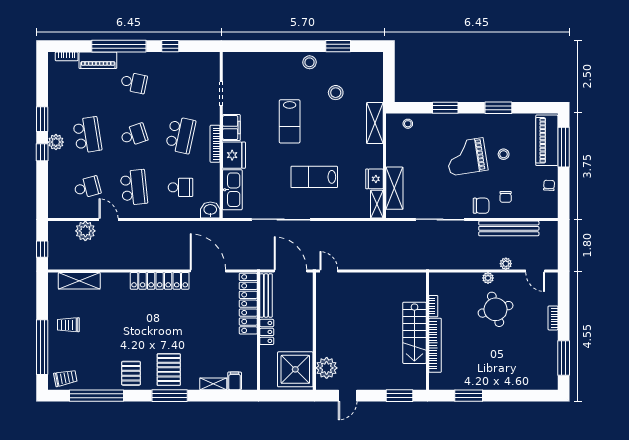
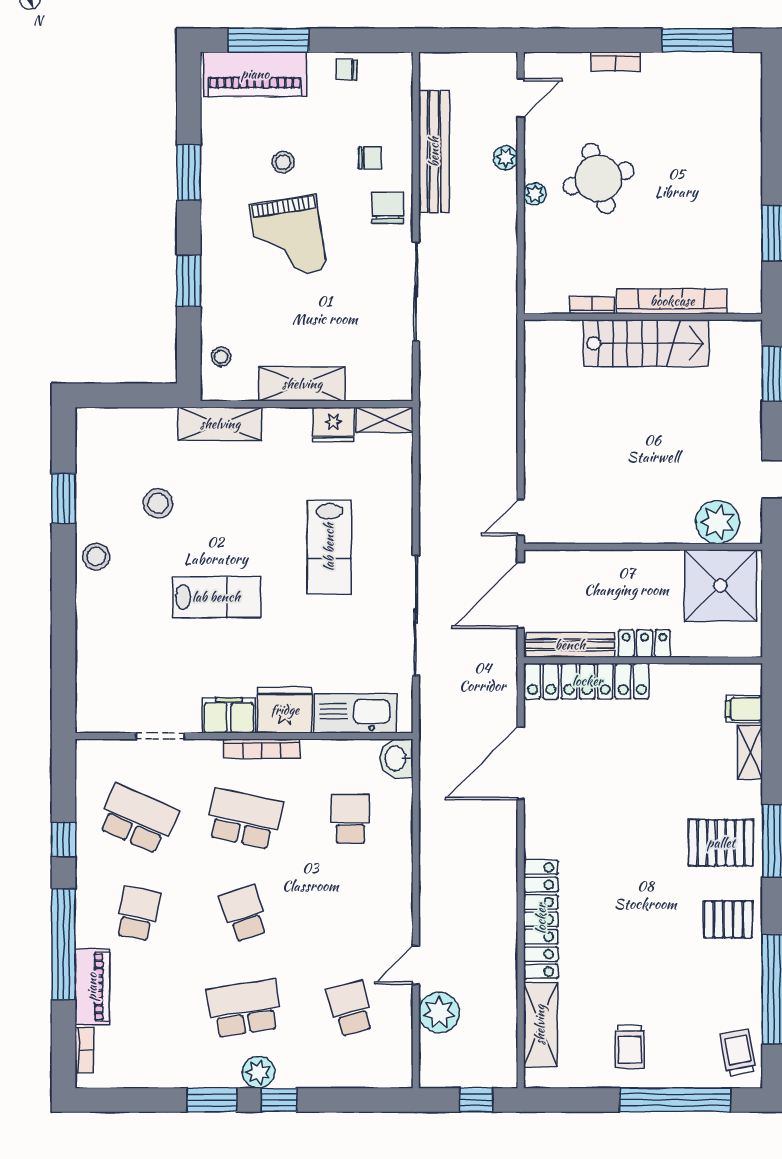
school desk: (134, 187) -> (138, 819), moved, turned 30
shelving: (394, 188) -> (302, 384), moved
locker: (160, 281) -> (541, 919), moved

